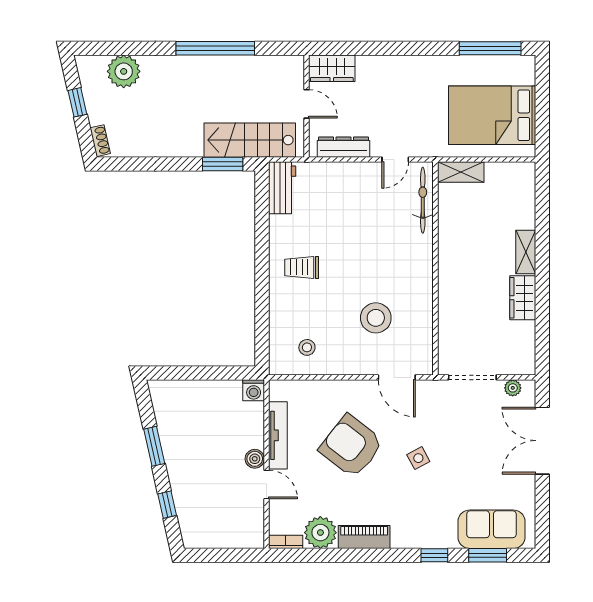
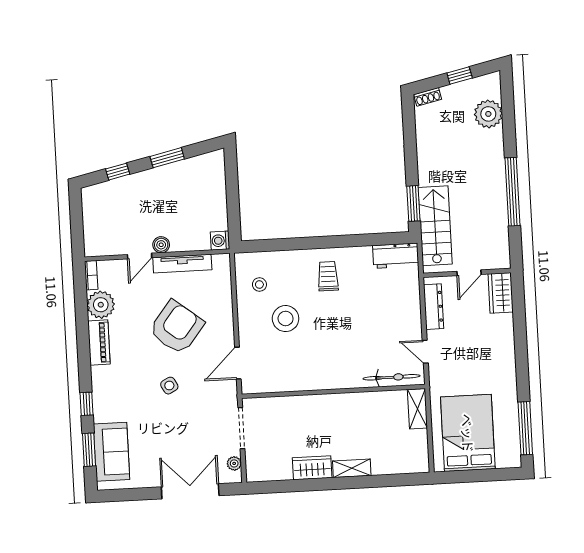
stool: (376, 318) -> (286, 319), moved

